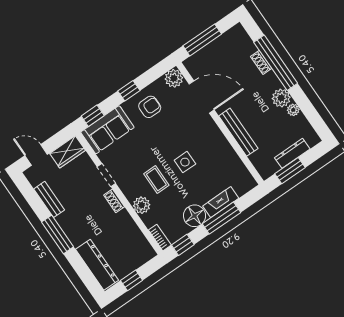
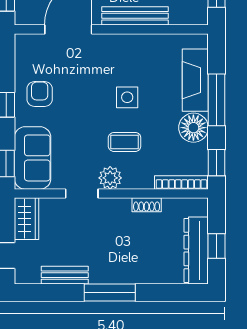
plant: (174, 78) -> (27, 46), removed
shoe rack: (114, 201) -> (147, 205), moved
fireplace: (221, 202) -> (195, 80), width x1.37, depth x1.32
plant: (142, 205) -> (110, 178), moved
bookcase: (160, 238) -> (181, 182), width x1.56
dresser: (97, 265) -> (196, 250), moved, turned -90

